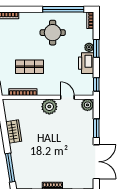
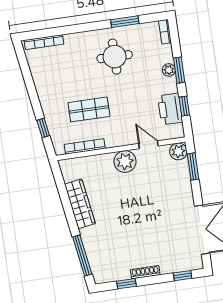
window: (63, 9) -> (125, 22), width x0.47
printer: (86, 63) -> (170, 109), moved
window: (96, 84) -> (184, 106), moved
window: (96, 128) -> (193, 166), moved
wardrobe: (14, 132) -> (80, 204), width x1.50

